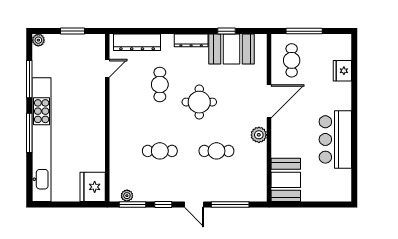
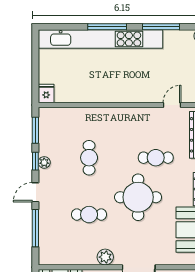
door: (107, 68) -> (172, 105), swing flipped
round table: (199, 102) -> (138, 197), width x1.36, depth x1.36
cafe table: (216, 151) -> (89, 215), turned 90
fridge: (93, 187) -> (46, 93), width x0.53, depth x0.75
plant: (127, 196) -> (44, 162), moved

